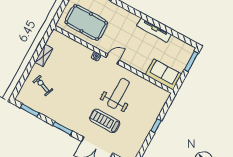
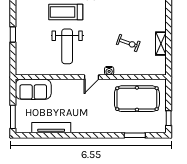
tv unit: (154, 30) -> (51, 128), moved
exercise bike: (43, 86) -> (128, 43), moved
treadmill: (105, 121) -> (66, 12), turned 180

